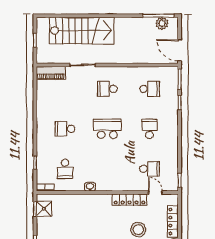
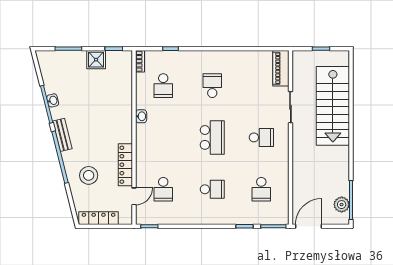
school desk: (107, 89) -> (261, 137), turned 90
school desk: (65, 169) -> (163, 86), turned -90
shower: (44, 209) -> (96, 60), moved

